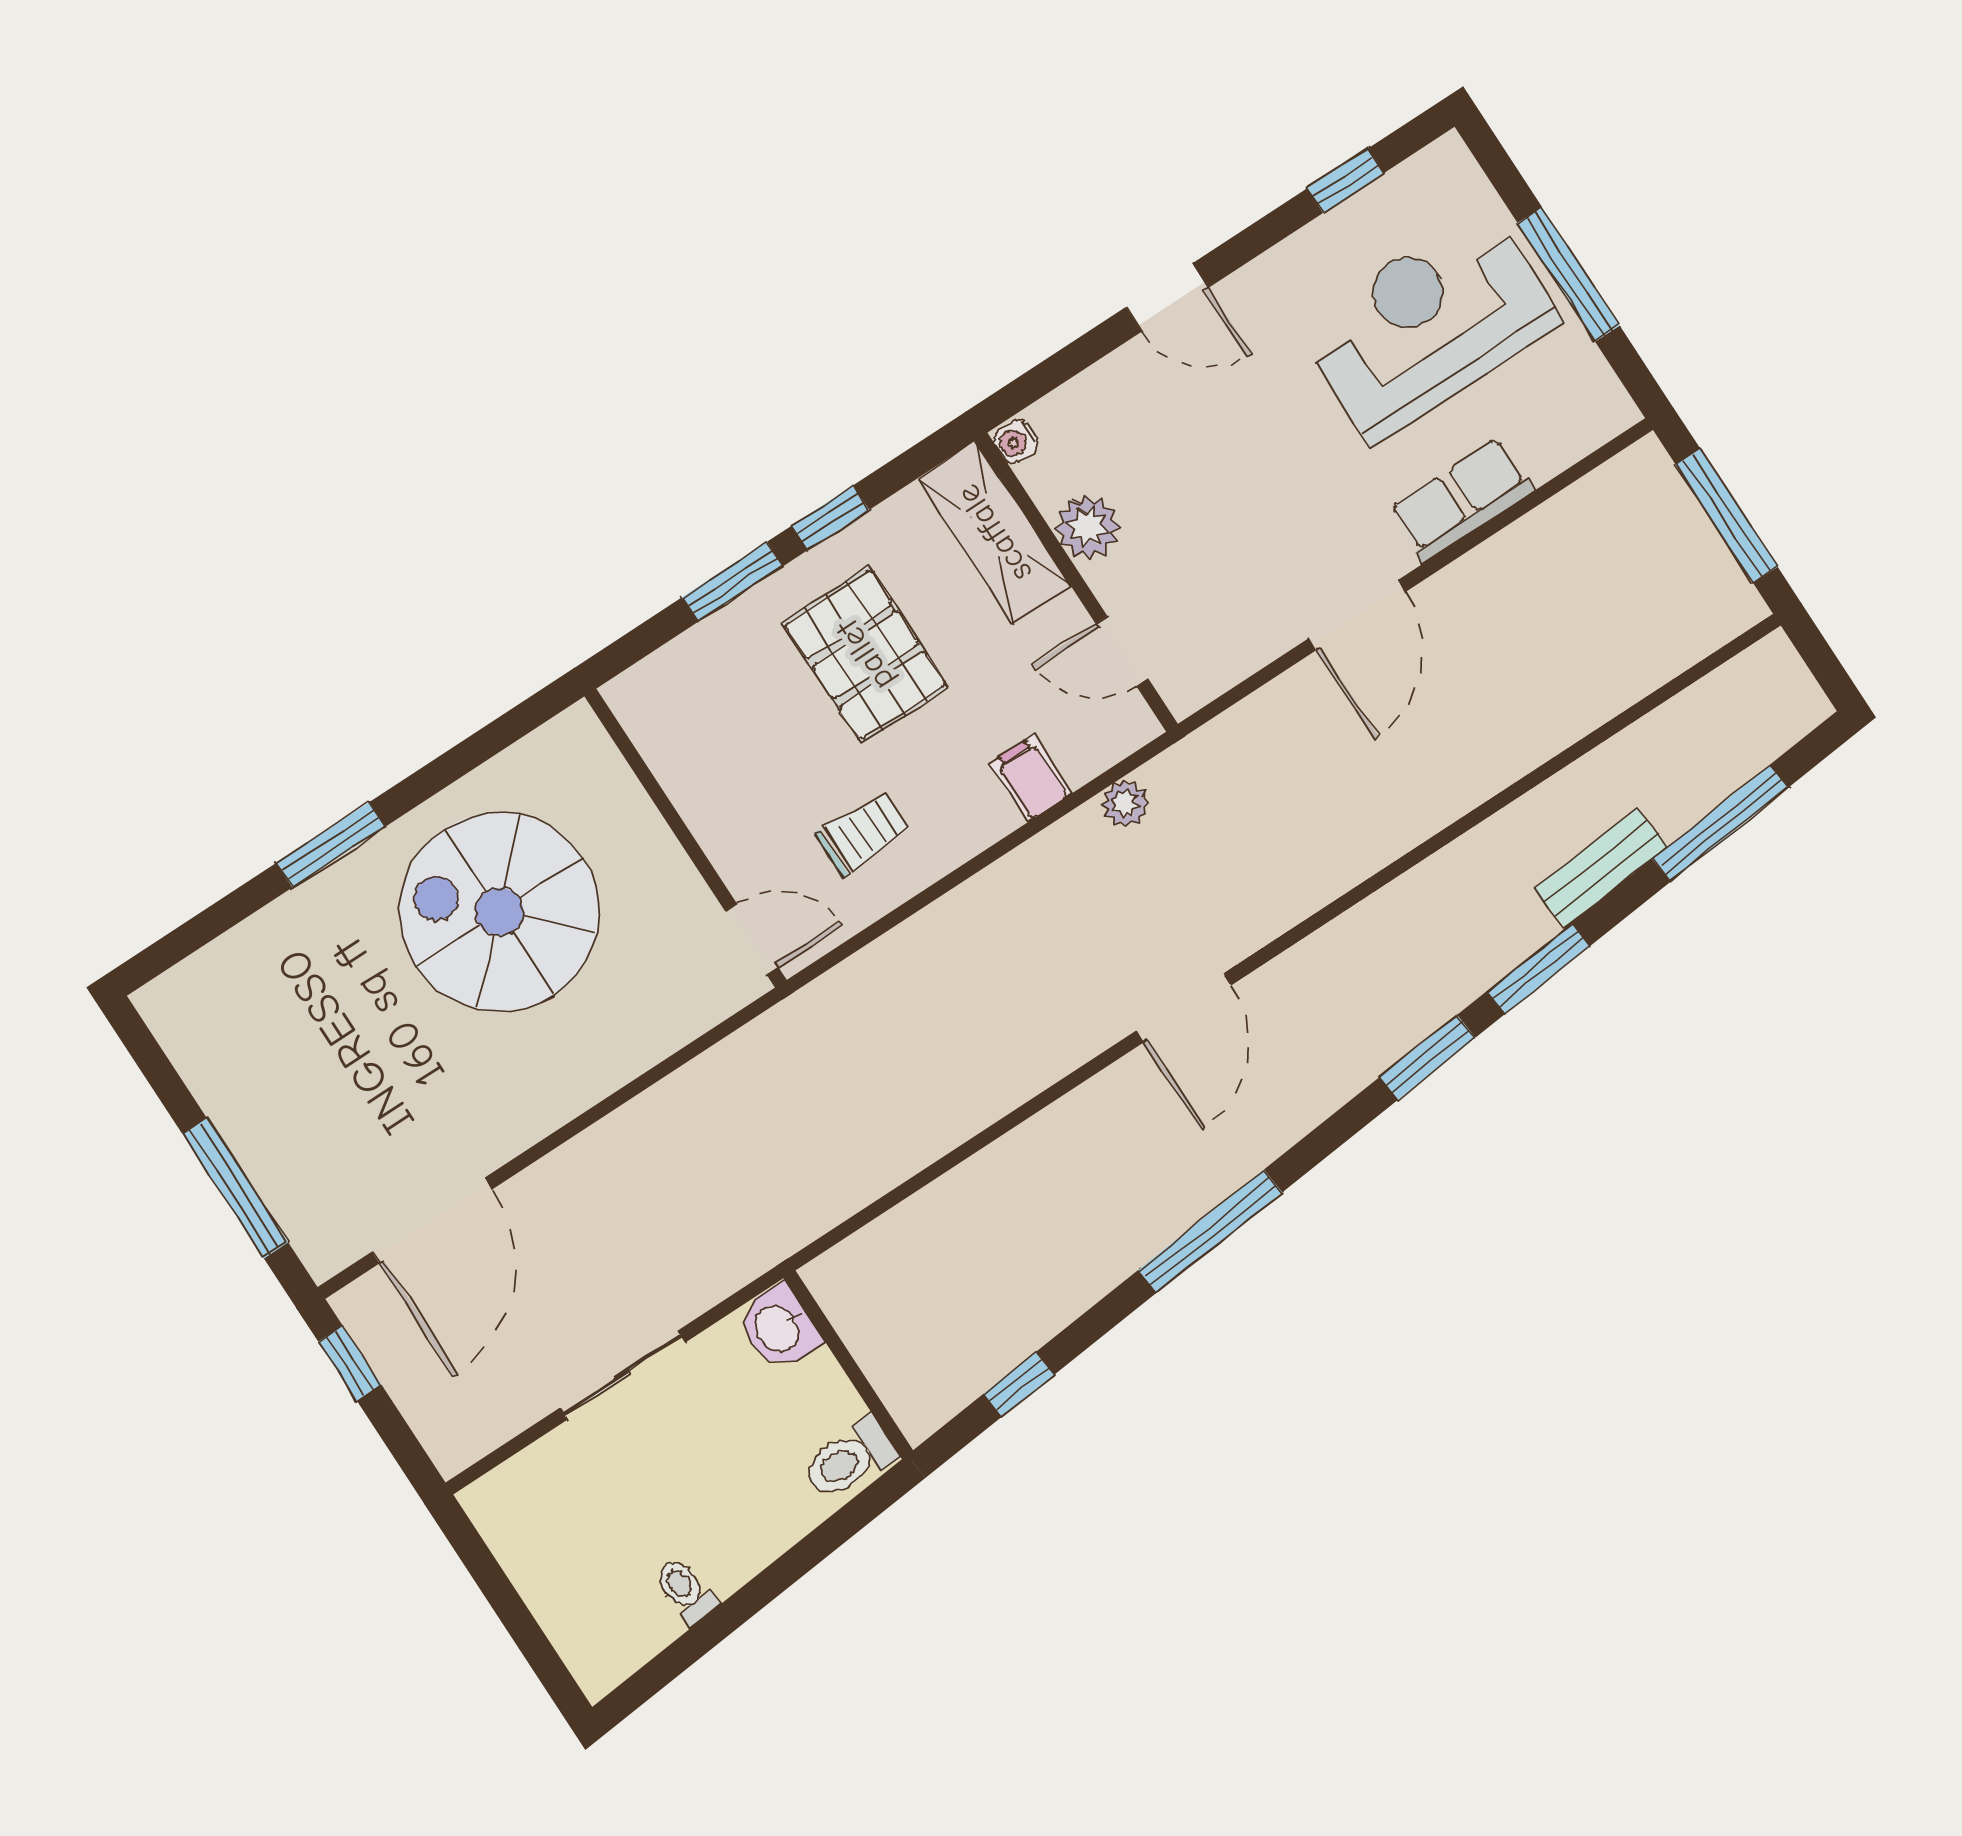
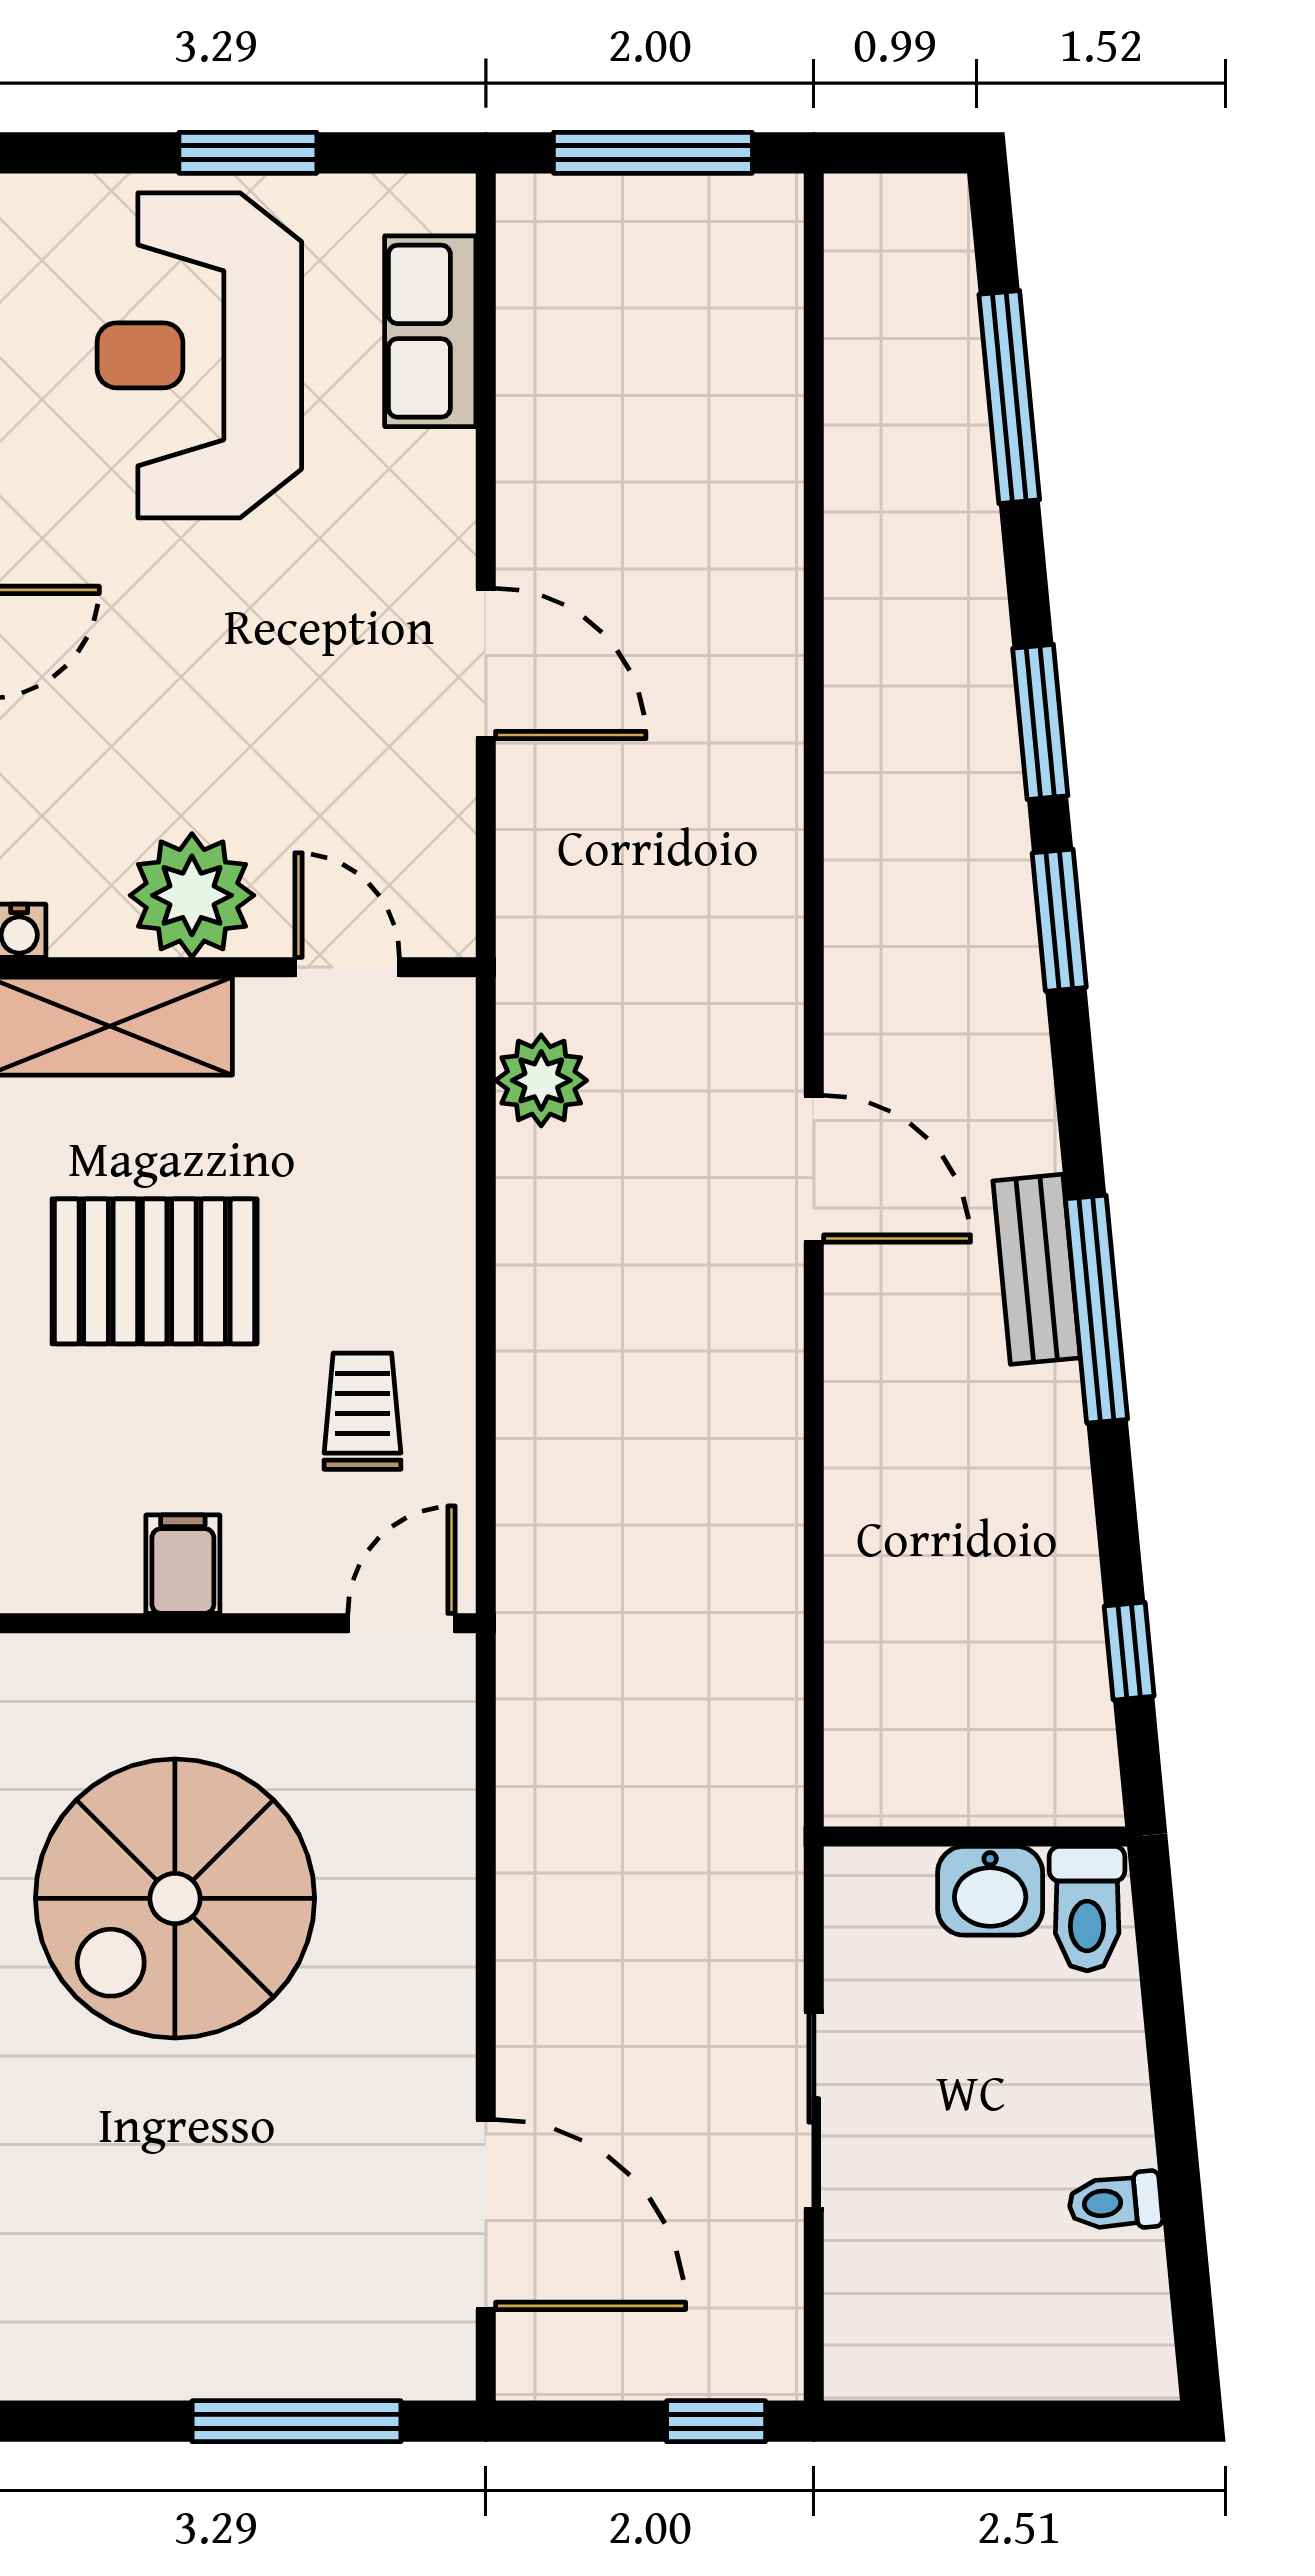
window: (1569, 274) -> (248, 153), width x0.69
row of seats: (1461, 500) -> (430, 331), moved
plant: (1088, 527) -> (192, 895), width x1.36, depth x1.36
door: (1122, 651) -> (347, 967), swing flipped
filing cabinet: (1031, 778) -> (183, 1564), moved, turned 90
plant: (1125, 804) -> (541, 1080), width x1.38, depth x1.38
bench: (1601, 868) -> (1037, 1269), moved
washbasin: (778, 1328) -> (990, 1891), moved
window: (350, 1363) -> (716, 2421), moved

